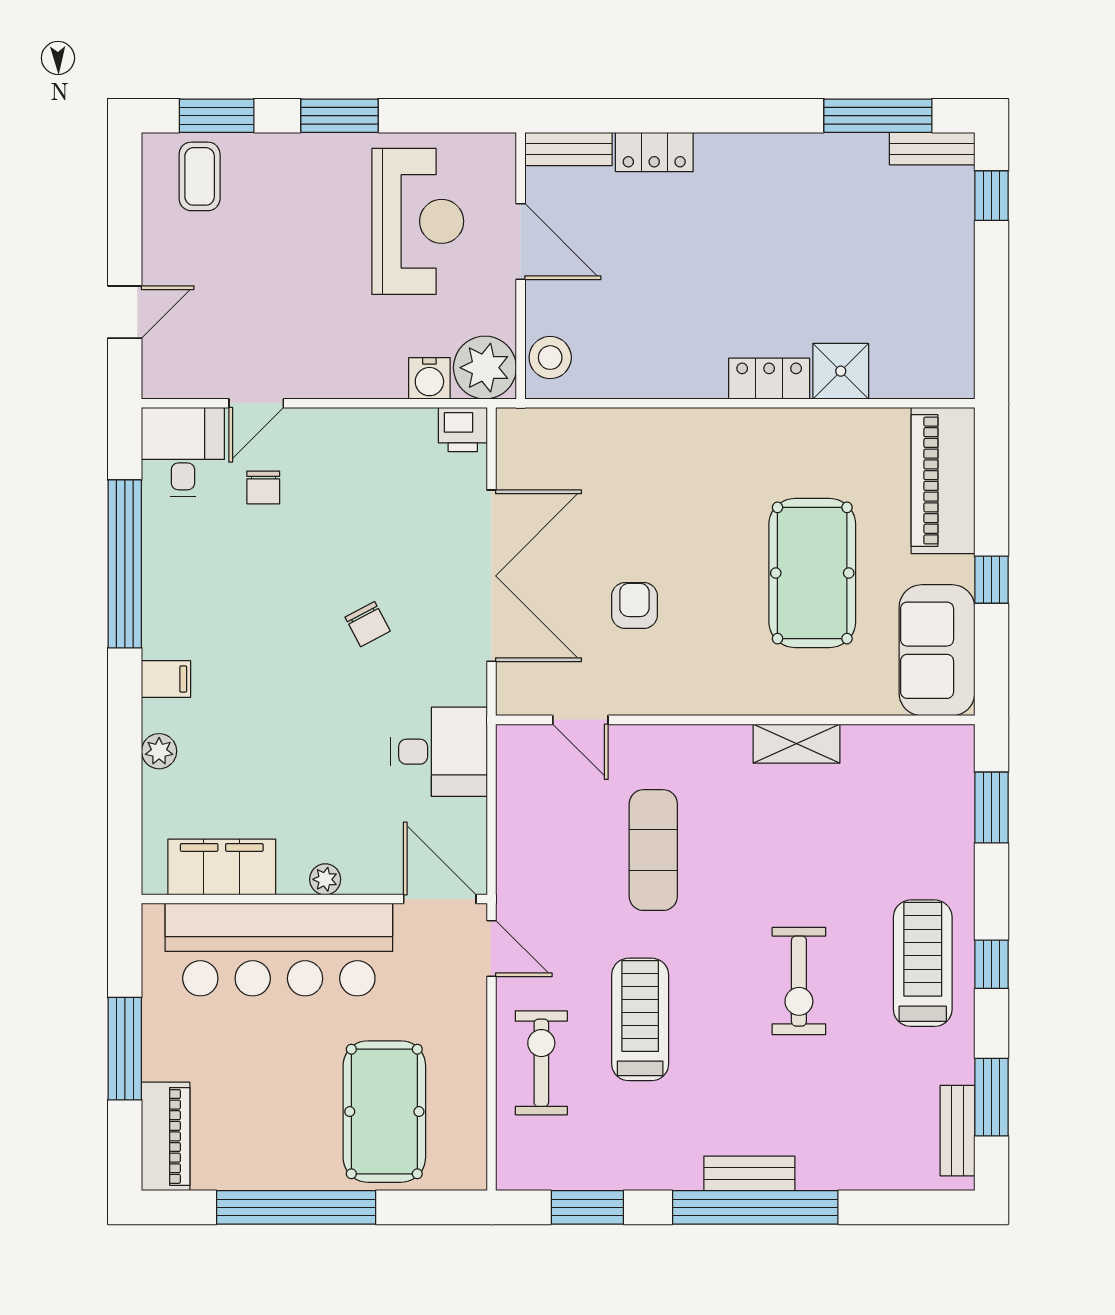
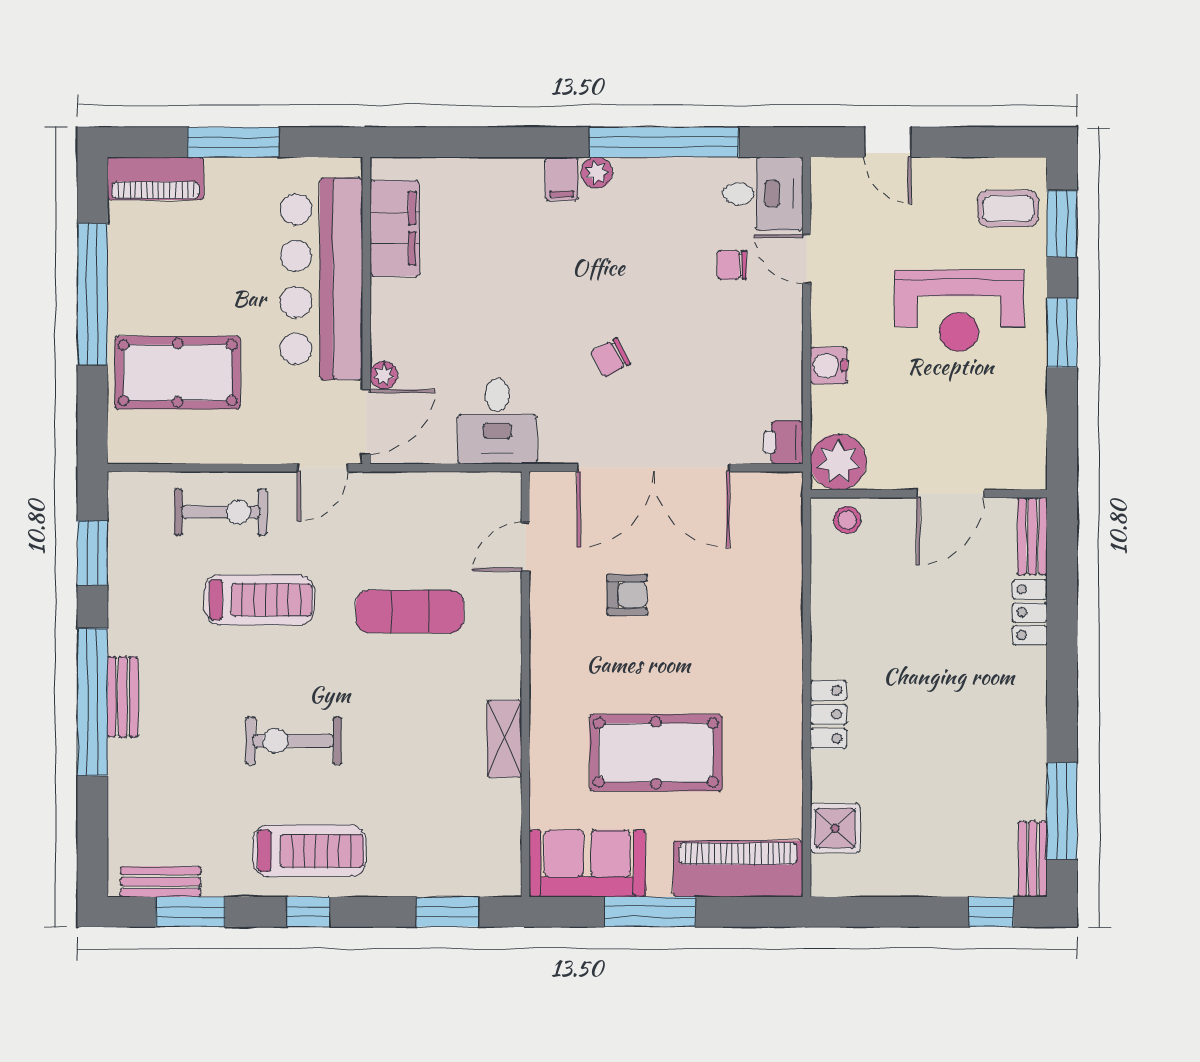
reception desk: (418, 221) -> (959, 311), moved
stool: (550, 358) -> (847, 520), width x0.73, depth x0.73
shower: (841, 371) -> (835, 828), moved
water cooler: (429, 378) -> (829, 366), moved
window: (991, 580) -> (650, 912), width x2.17
plant: (159, 751) -> (597, 173), moved
plant: (325, 879) -> (384, 375), moved

